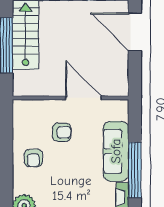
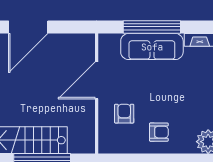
armchair: (62, 132) -> (124, 114), moved
window: (135, 170) -> (152, 27), moved

